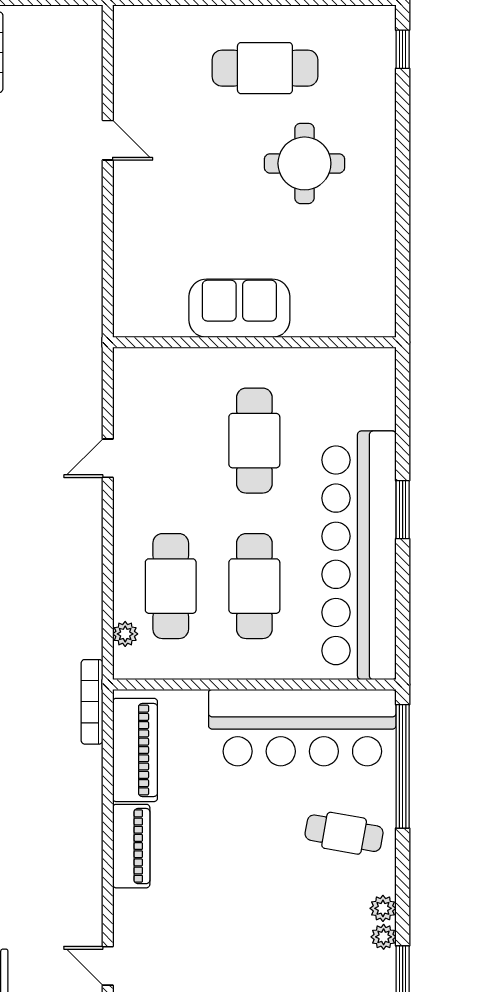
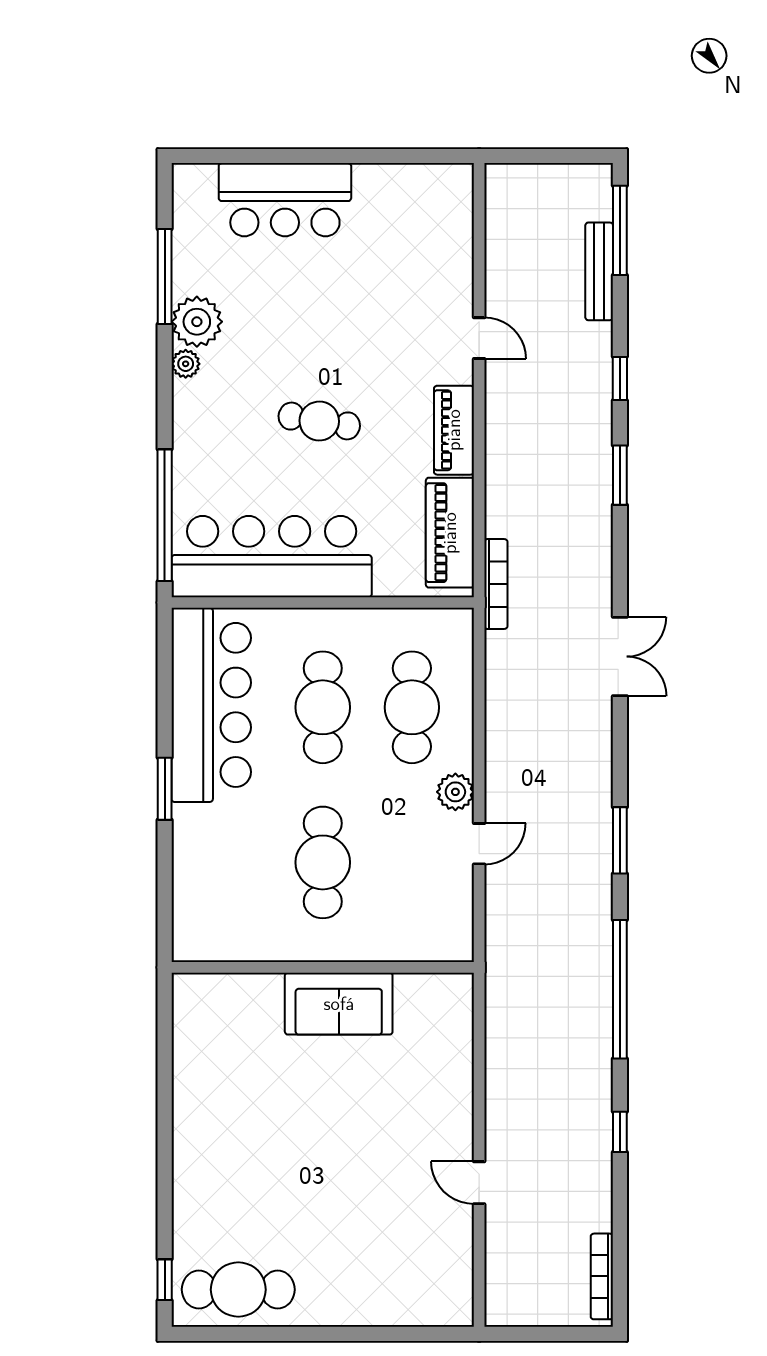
cafe table: (265, 68) -> (238, 1290), moved
round table: (304, 163) -> (269, 1158), removed
bar counter: (359, 555) -> (211, 705), width x0.73
plant: (125, 634) -> (455, 792), moved, width x1.38, depth x1.38
cafe table: (344, 833) -> (319, 421), moved
plant: (384, 937) -> (197, 322), width x1.87, depth x1.87
door: (108, 966) -> (479, 338), moved

